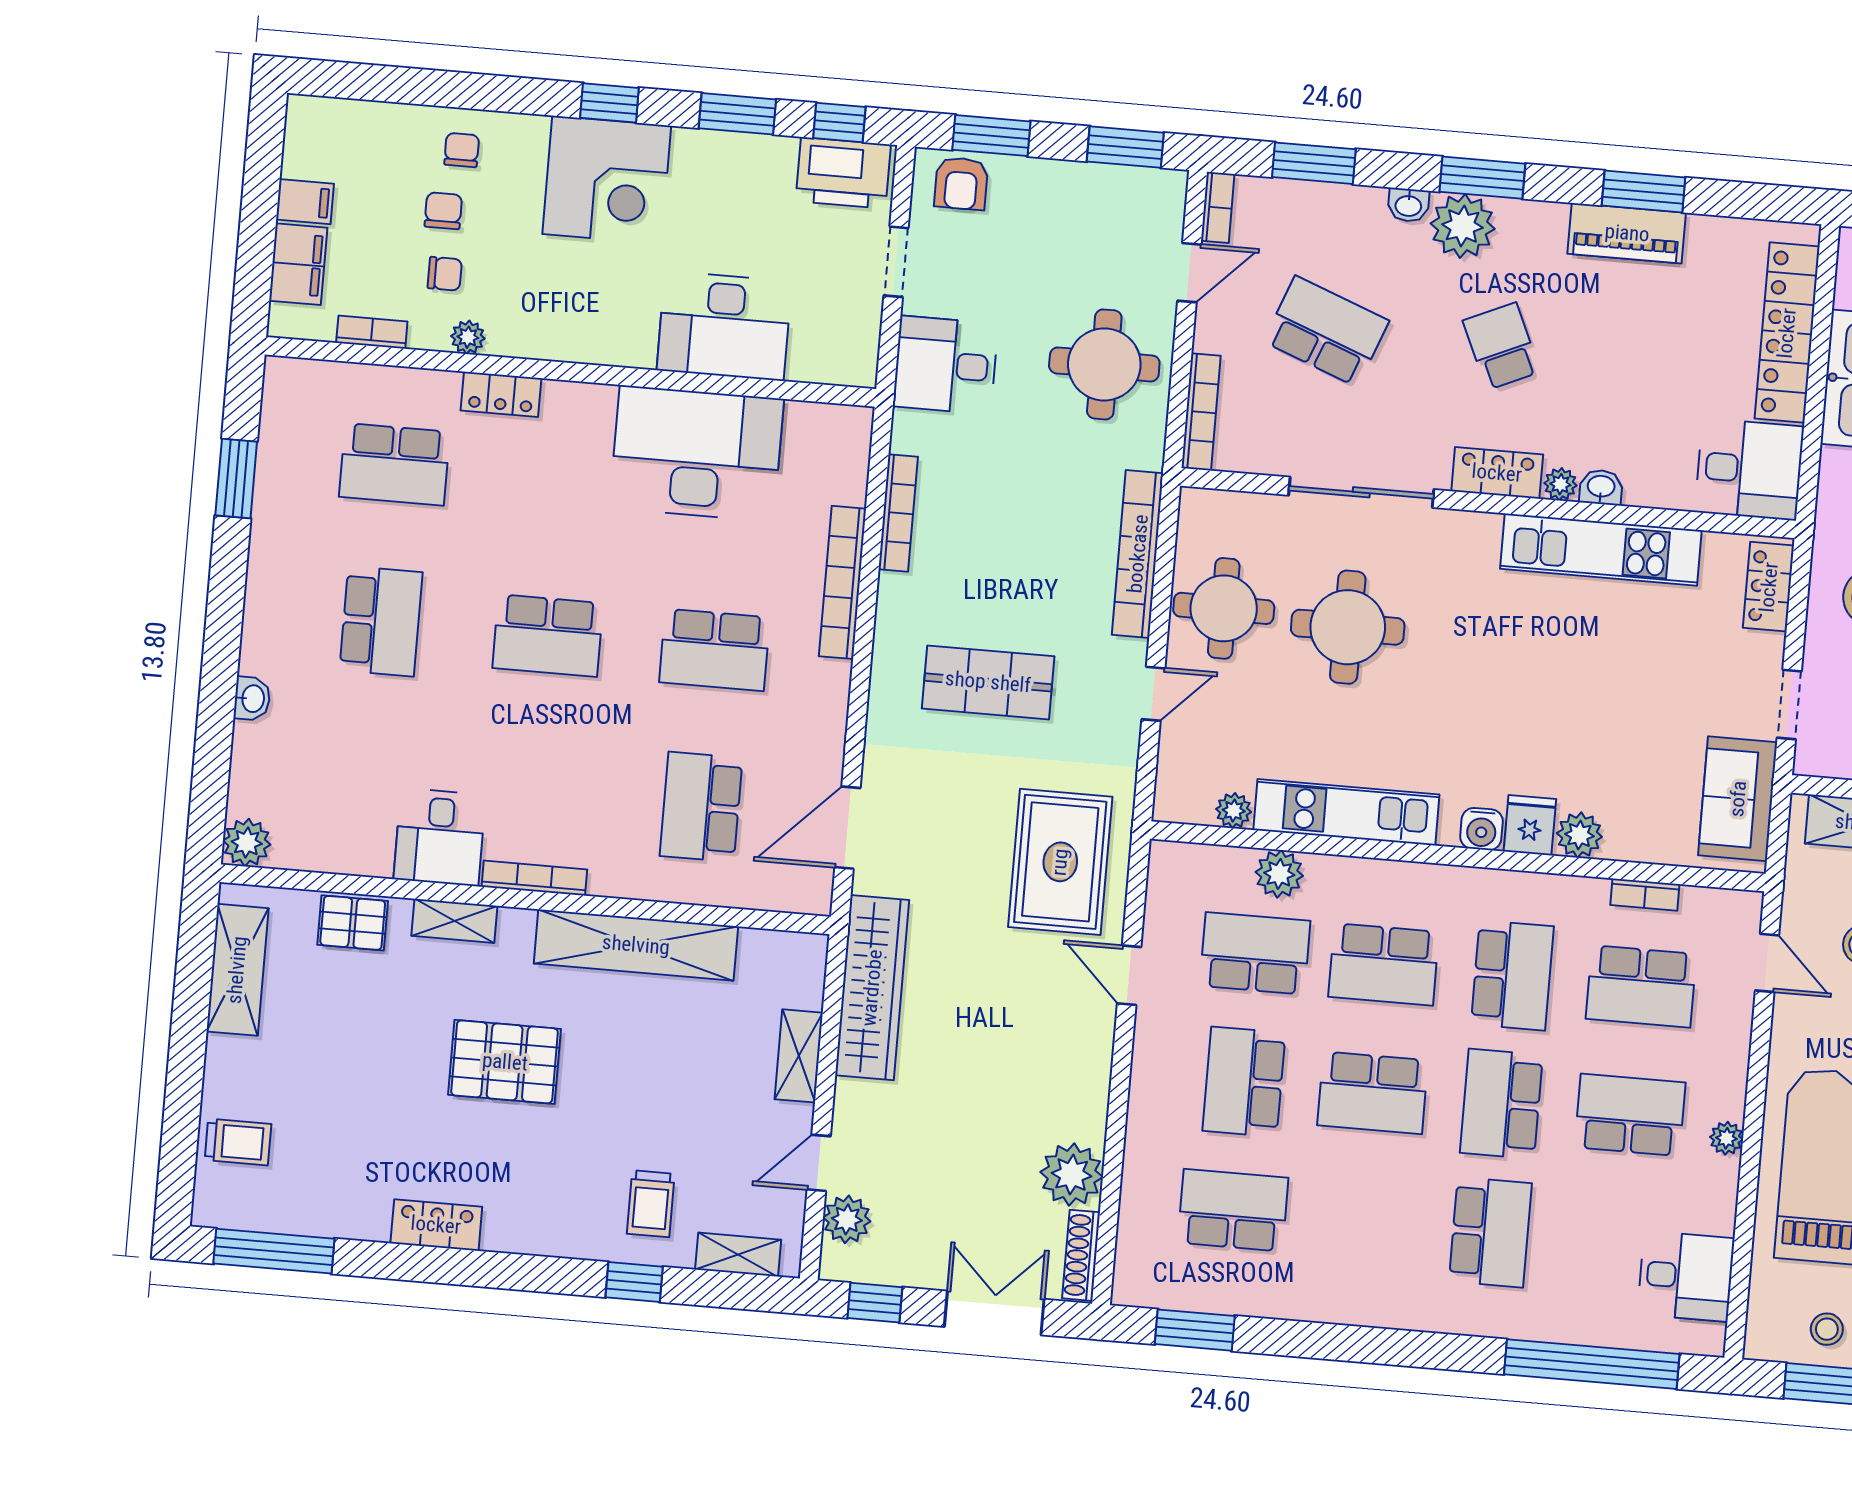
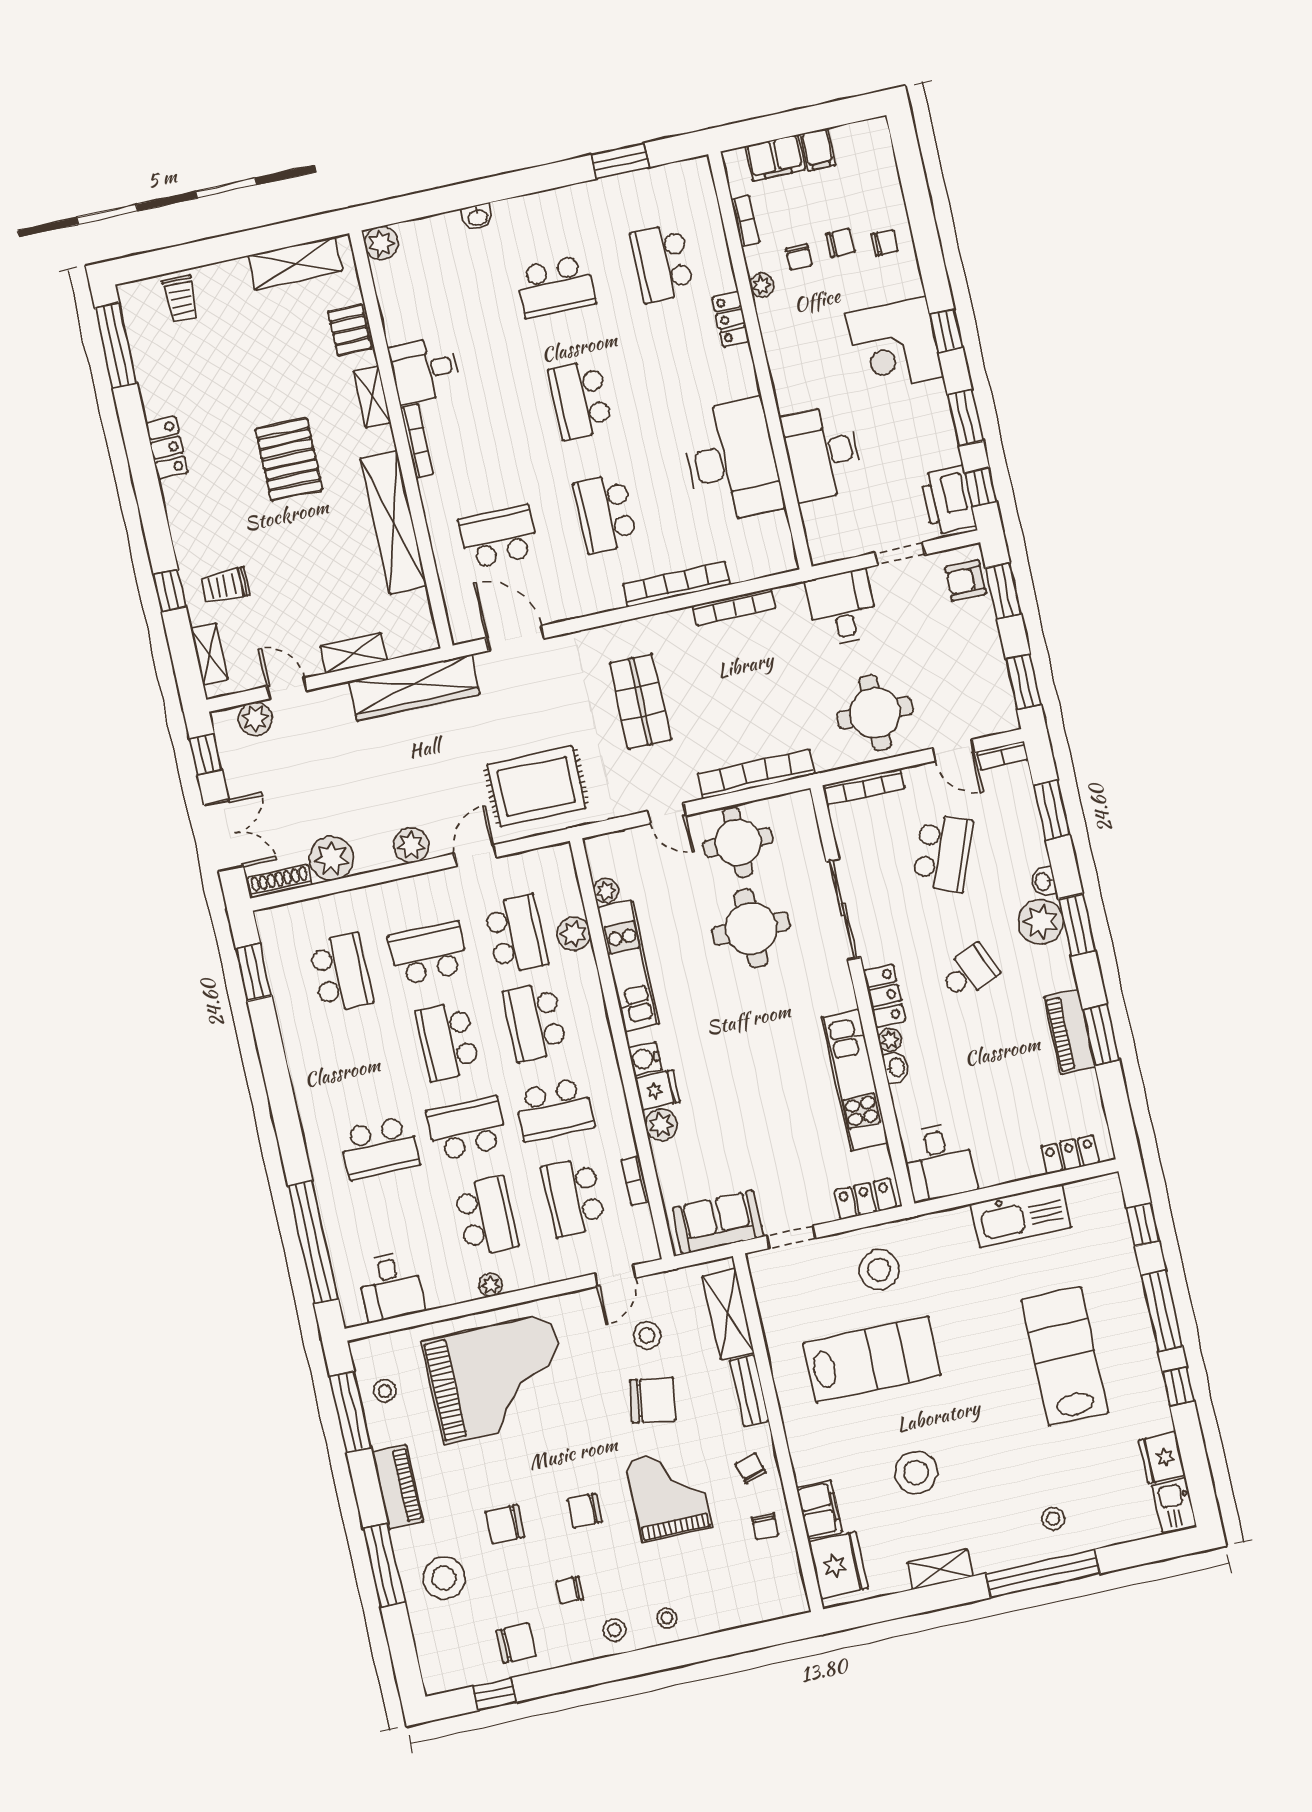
locker: (1787, 333) -> (1070, 1155), width x0.46, depth x0.83
plant: (1088, 1059) -> (411, 845), added

